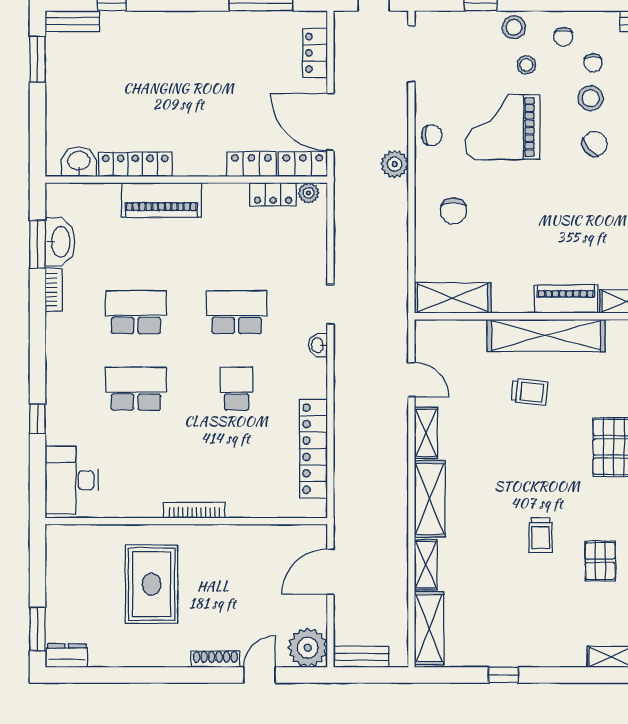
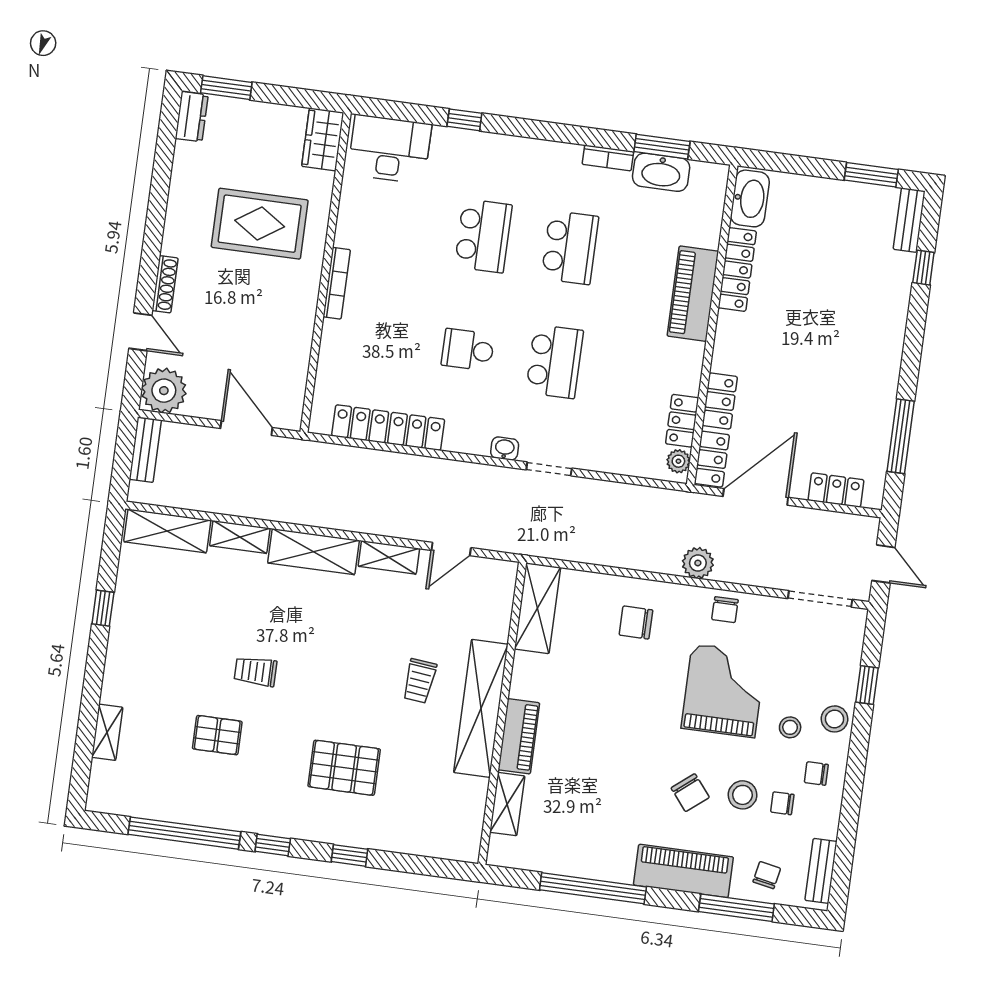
washbasin: (79, 162) -> (750, 198), width x1.38
school desk: (237, 389) -> (468, 350), turned 180
wardrobe: (71, 539) -> (323, 139), added

